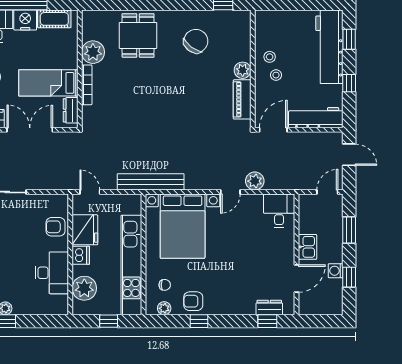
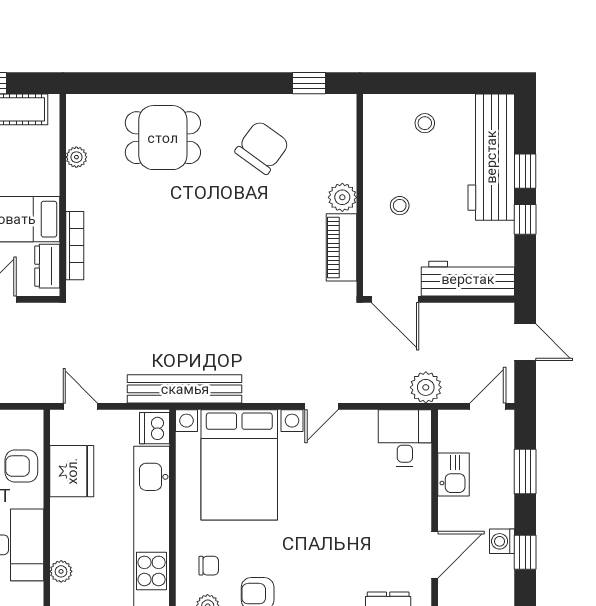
dining table: (138, 35) -> (163, 138), turned 90
window: (349, 39) -> (525, 171), moved
plant: (93, 52) -> (76, 157), width x0.53, depth x0.53
stool: (270, 57) -> (425, 123), moved
bookcase: (87, 85) -> (75, 246), moved
door: (273, 130) -> (395, 299), swing flipped
plant: (255, 181) -> (426, 387), moved
kitchen sink: (307, 247) -> (454, 474), moved
dishwasher: (81, 255) -> (154, 428), moved, turned 180
plant: (84, 288) -> (61, 571), width x0.53, depth x0.53

